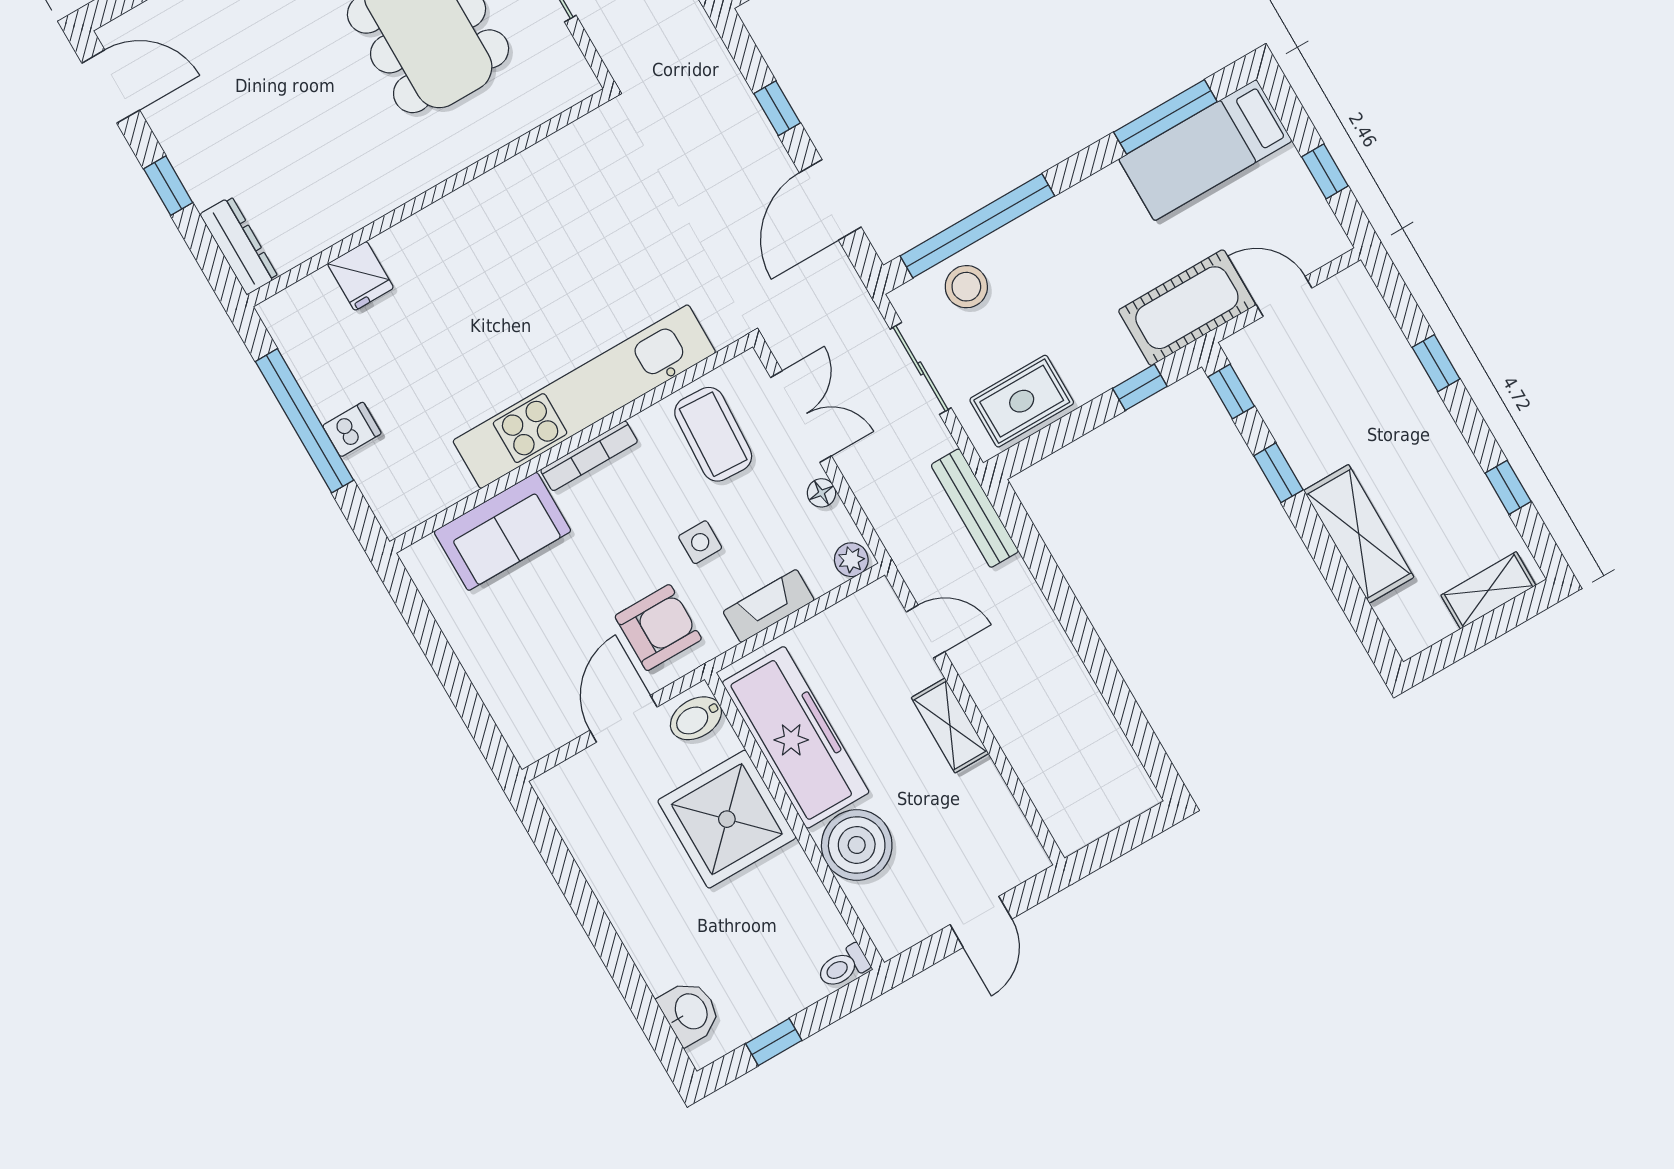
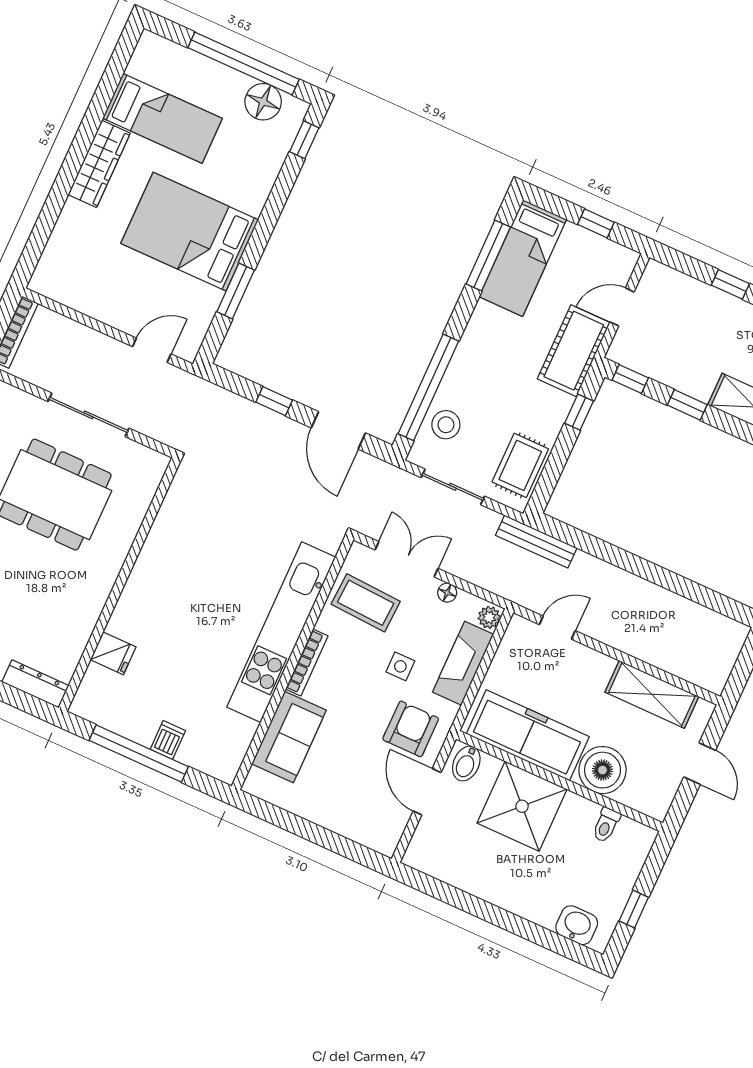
fireplace: (769, 606) -> (463, 663), width x1.37, depth x1.32
shelving: (950, 726) -> (652, 694), moved, width x1.50, depth x1.33
toilet: (843, 967) -> (606, 825), moved

